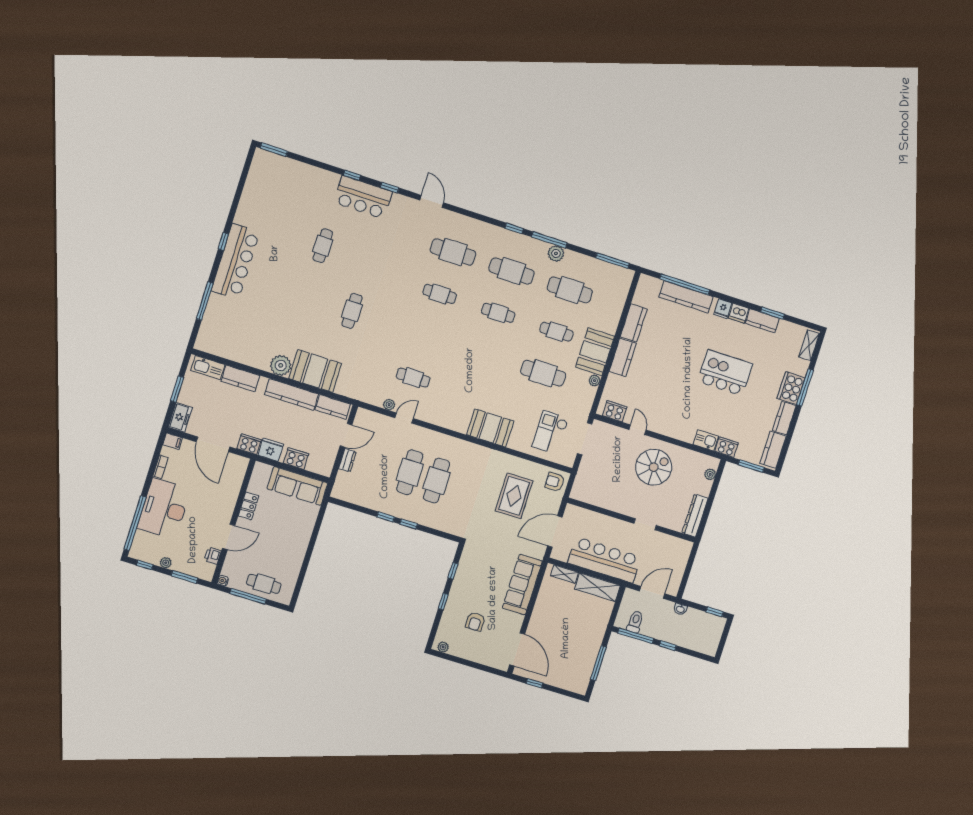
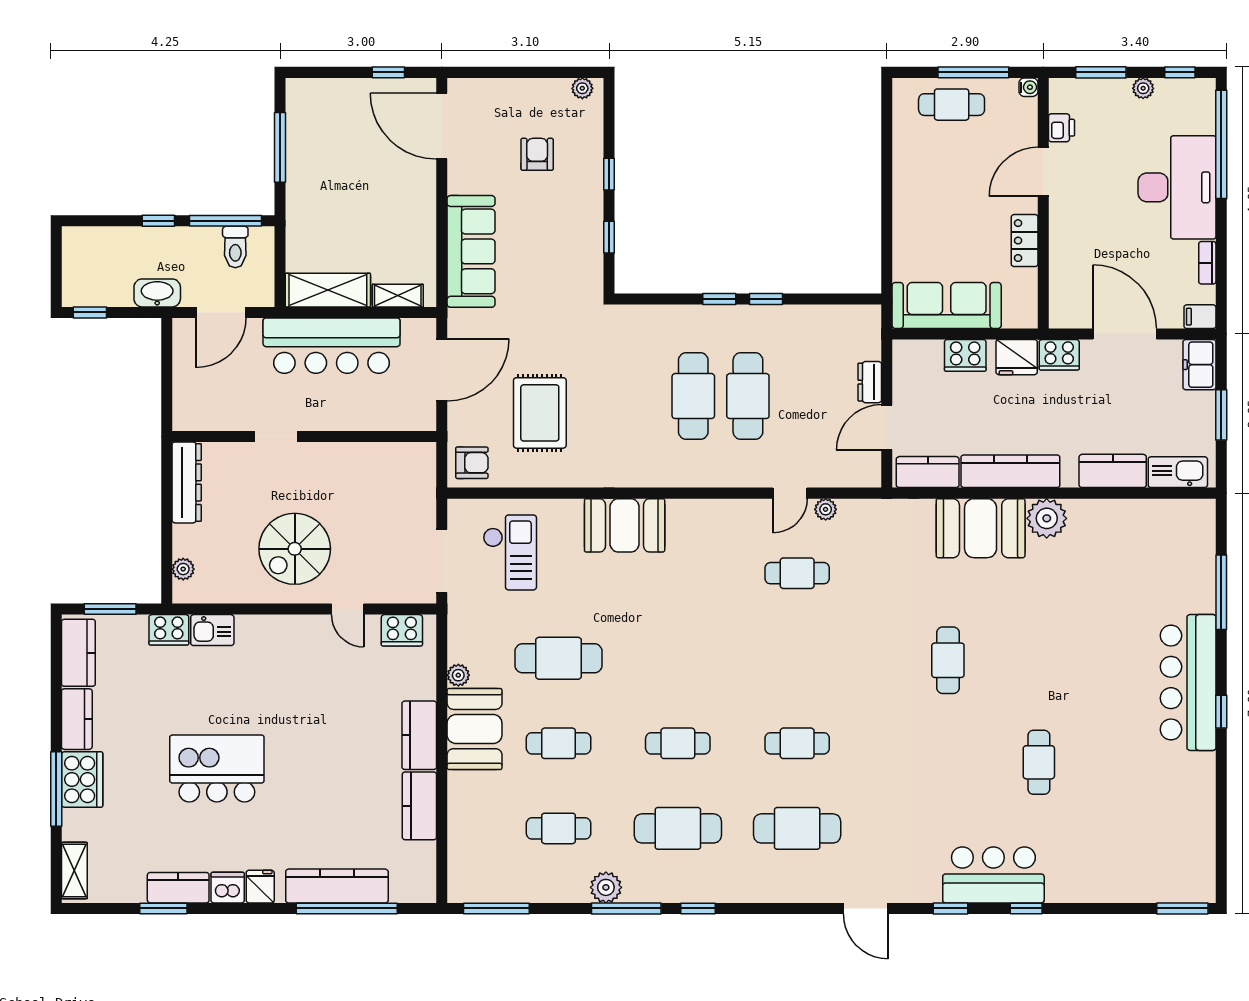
cafe table: (570, 290) -> (559, 828), width x0.73, depth x0.74
kitchen island: (725, 373) -> (217, 768), turned 180
washbasin: (680, 609) -> (157, 293), width x1.91, depth x1.45

